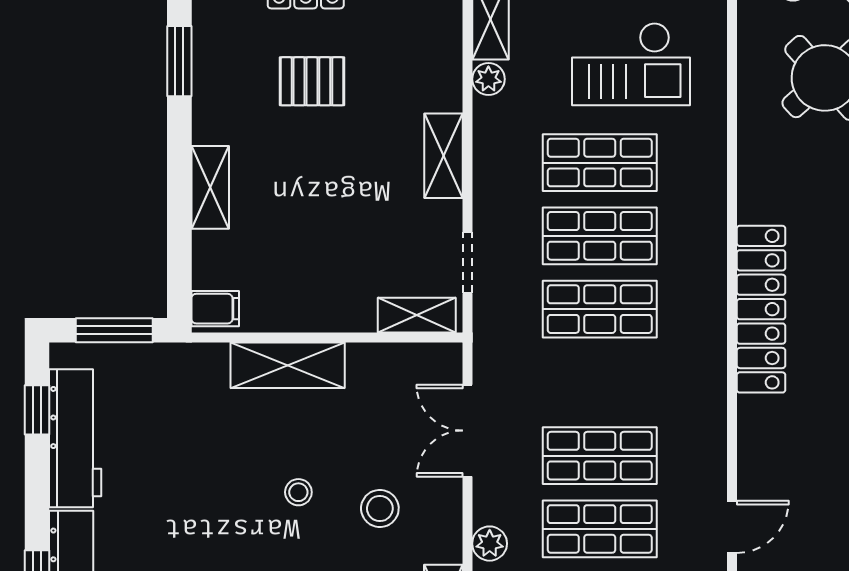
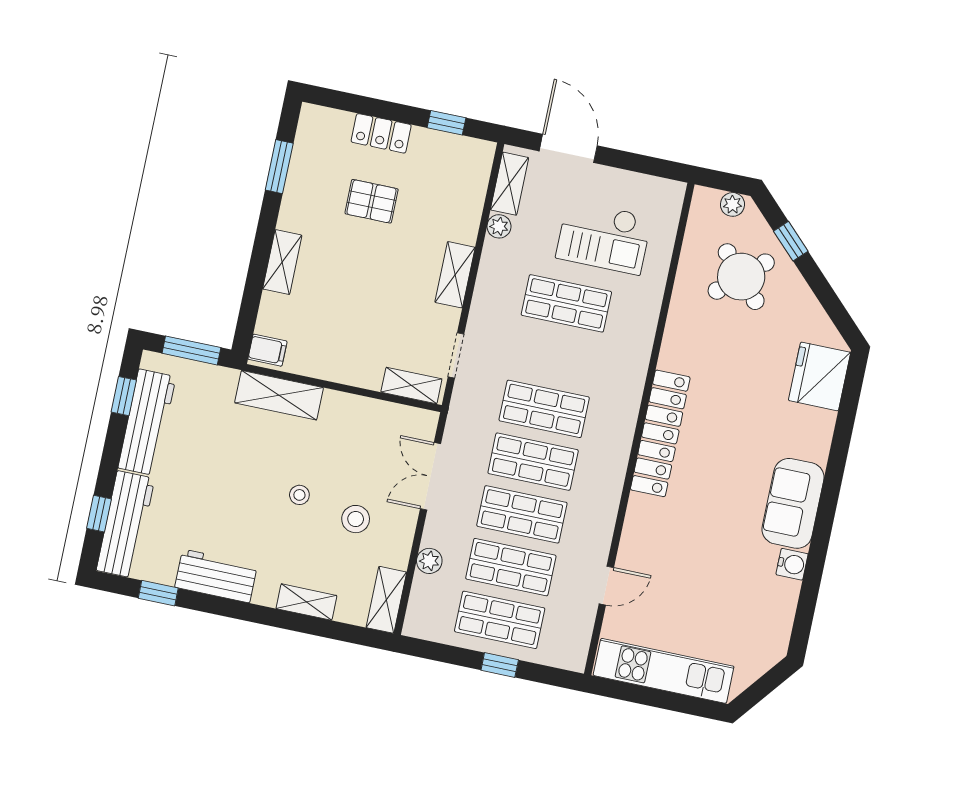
shop shelf: (600, 236) -> (533, 462), moved
shelving: (288, 365) -> (279, 395), moved

